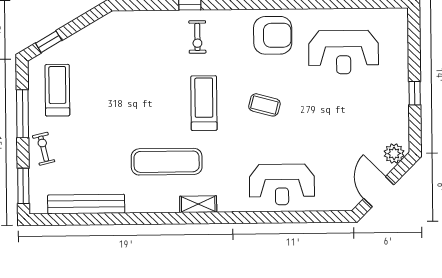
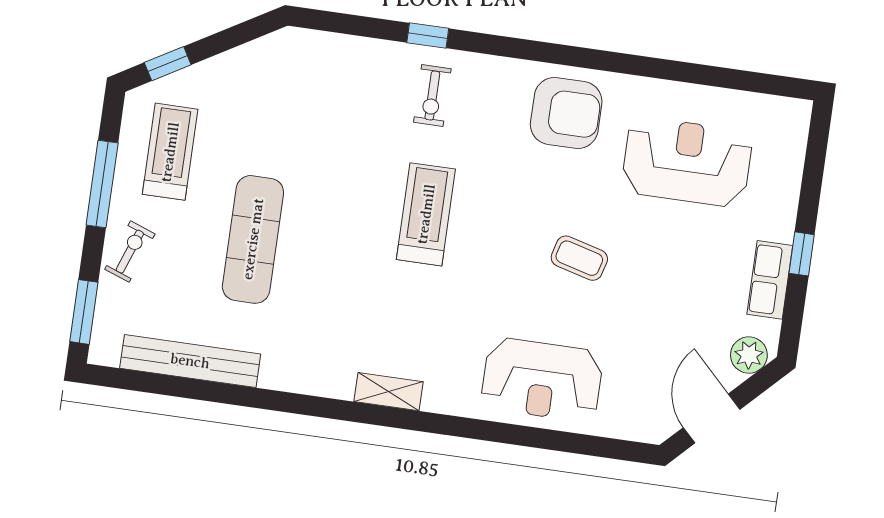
reception desk: (343, 52) -> (687, 162), turned 180
coffee table: (264, 105) -> (579, 258), moved
row of seats: (399, 110) -> (770, 280), added
exercise bike: (44, 149) -> (130, 252), turned 33
exercise mat: (167, 162) -> (253, 239), moved, turned 90

